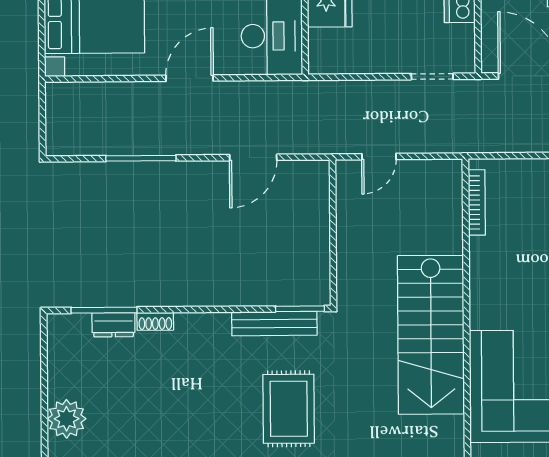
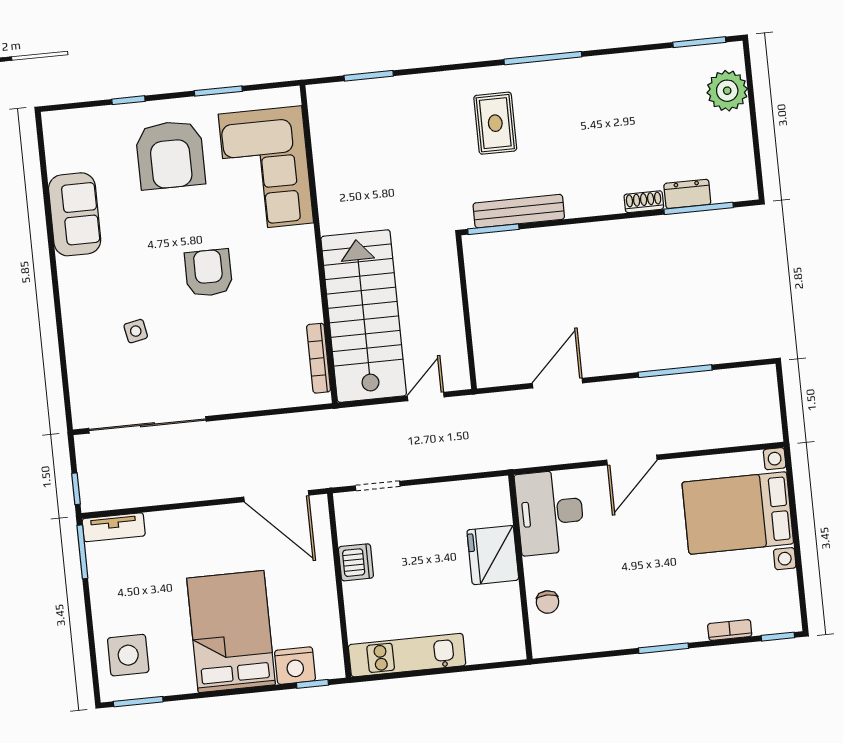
stairs: (431, 335) -> (364, 316), moved
rug: (289, 409) -> (495, 123), width x0.73, depth x0.70

